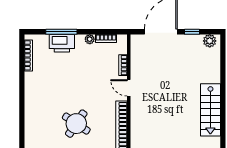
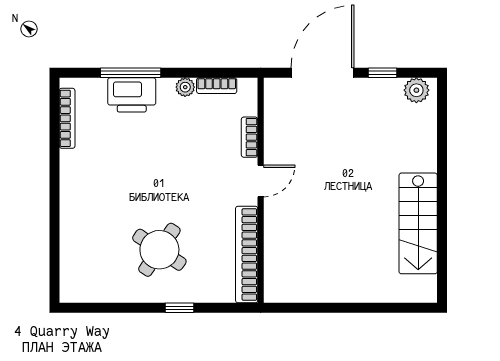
door: (129, 88) -> (261, 181), swing flipped

